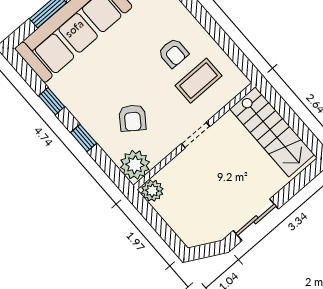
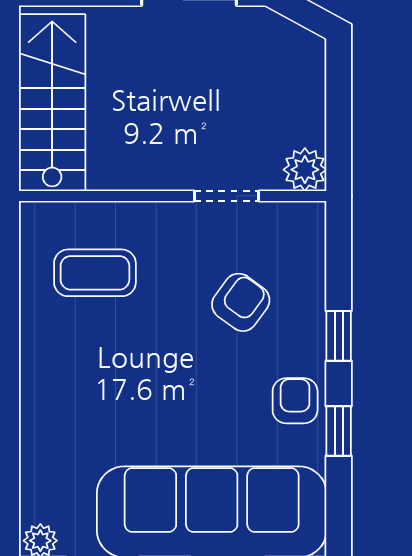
armchair: (173, 53) -> (295, 401), moved
doorway: (196, 135) -> (227, 196), moved
plant: (135, 165) -> (297, 230), removed

